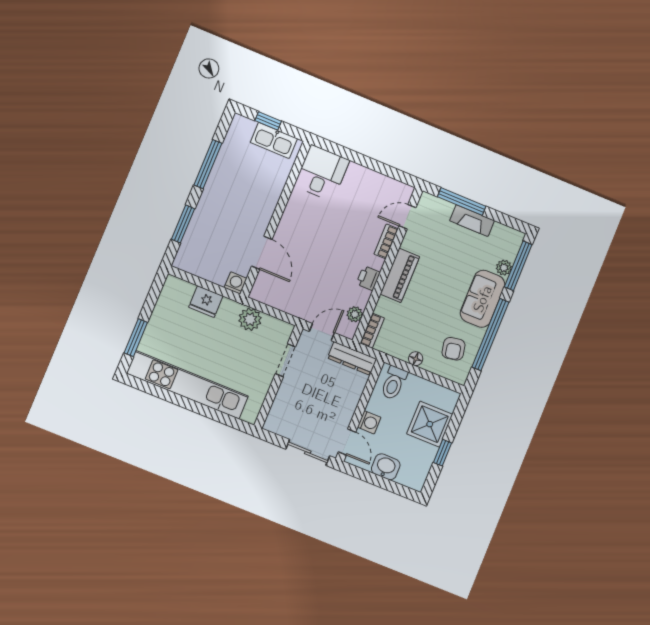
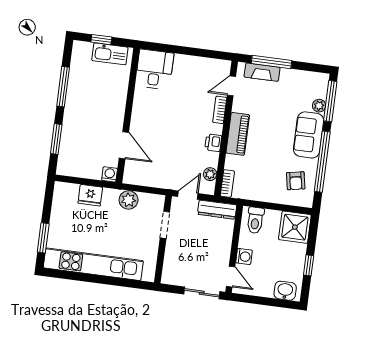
fireplace: (472, 221) -> (262, 72), moved
floor lamp: (416, 359) -> (268, 197), removed
shower: (430, 424) -> (295, 227), moved
washbasin: (386, 467) -> (285, 291), moved

